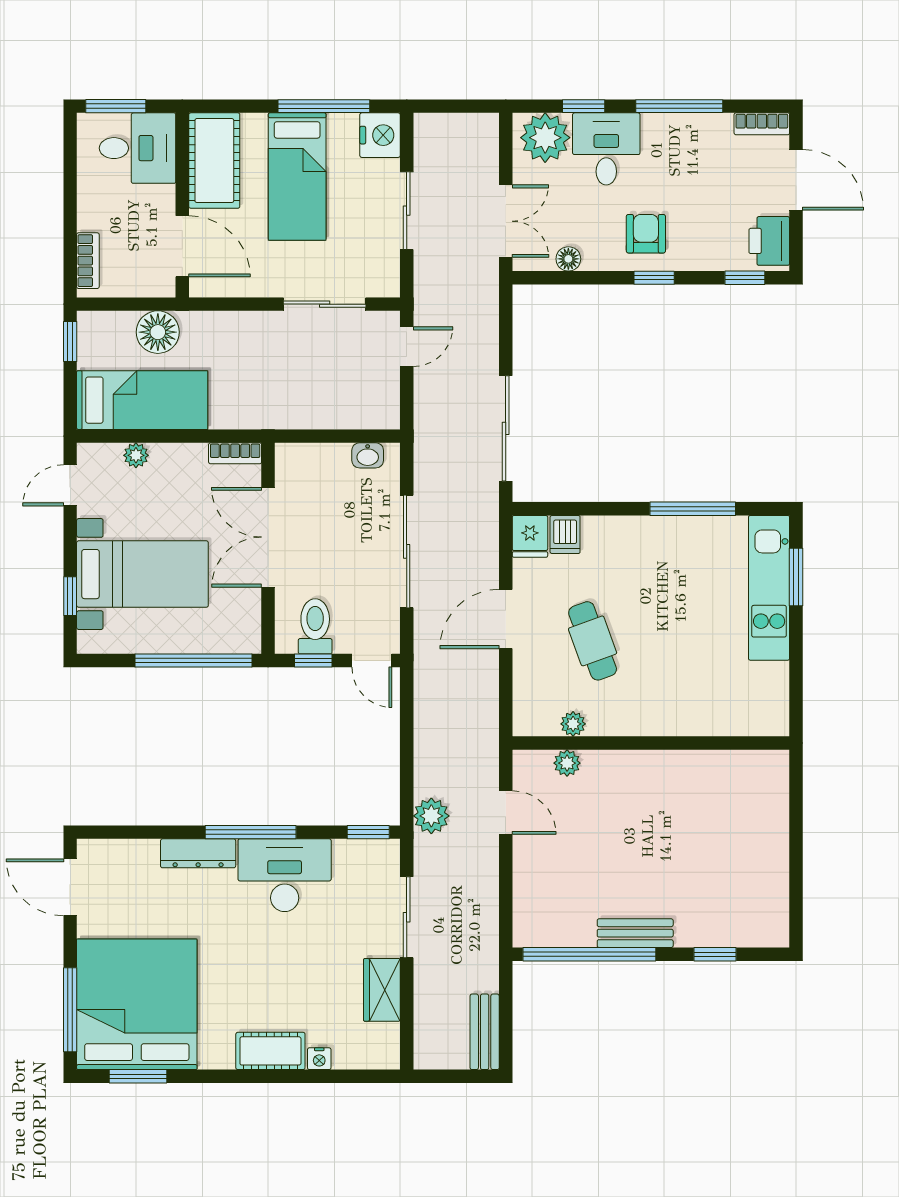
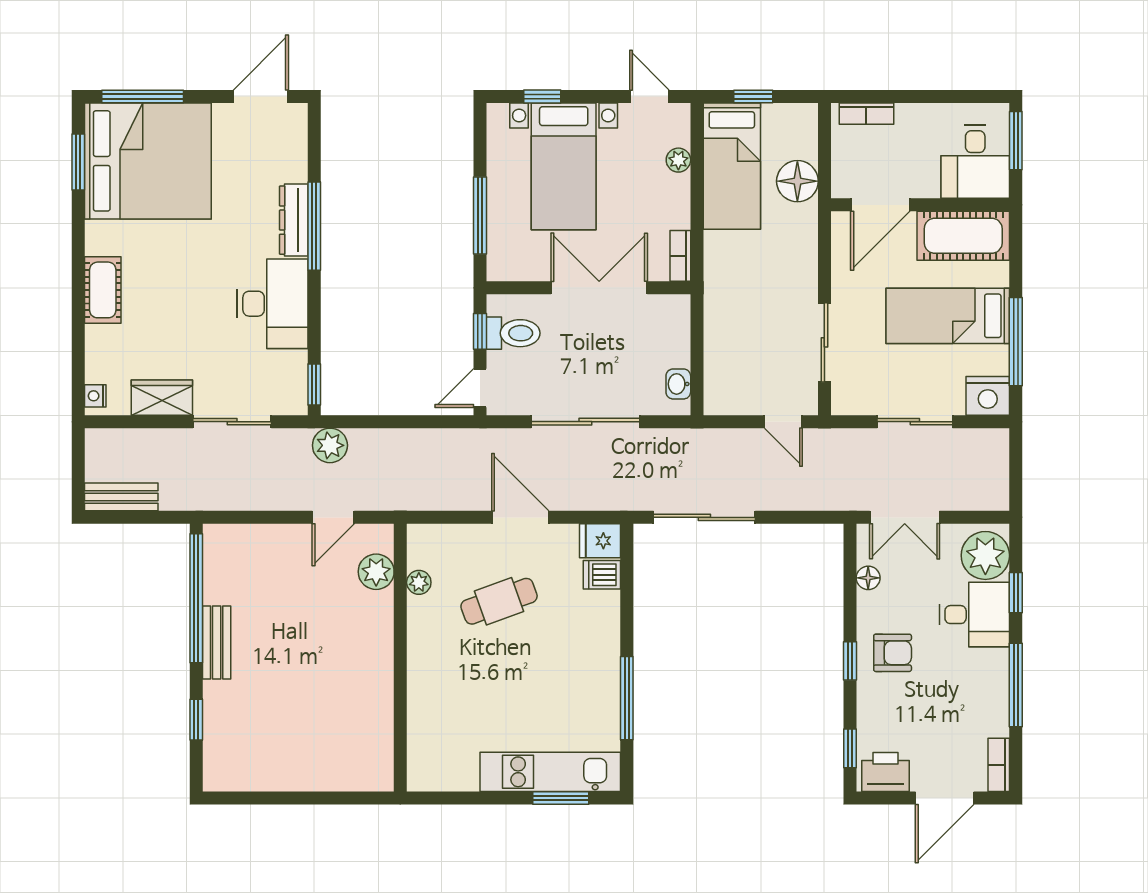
window: (70, 342) -> (753, 96), moved
window: (193, 661) -> (480, 216), width x0.68
plant: (567, 763) -> (376, 572), width x1.38, depth x1.38
window: (251, 832) -> (314, 226), moved
nightstand: (319, 1059) -> (95, 396), moved

